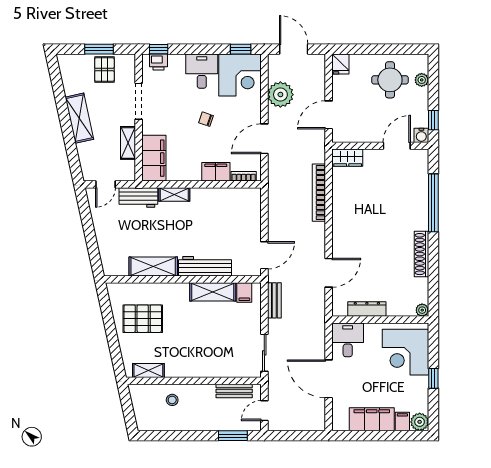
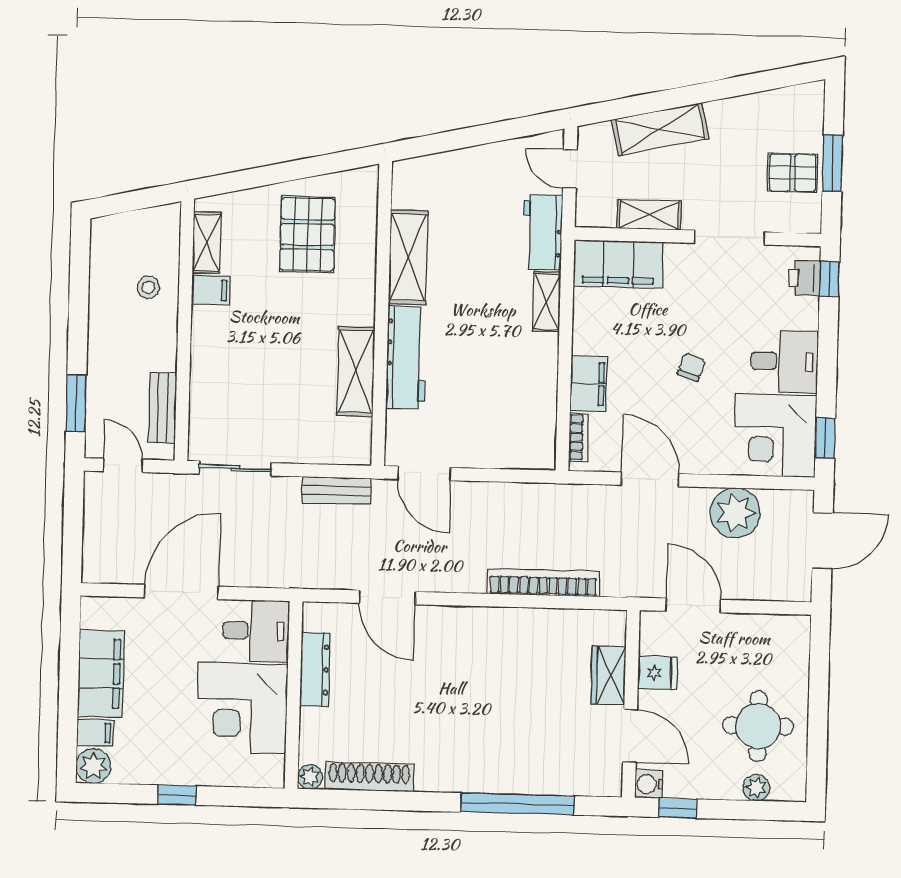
fridge: (340, 64) -> (657, 673), moved, turned 180
shelving: (79, 118) -> (660, 129), moved
wardrobe: (348, 158) -> (608, 675), moved
shoe rack: (421, 254) -> (369, 777), moved
filing cabinet: (244, 292) -> (211, 290), moved, turned 180
corner desk: (405, 352) -> (242, 708), moved, turned -90

